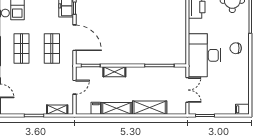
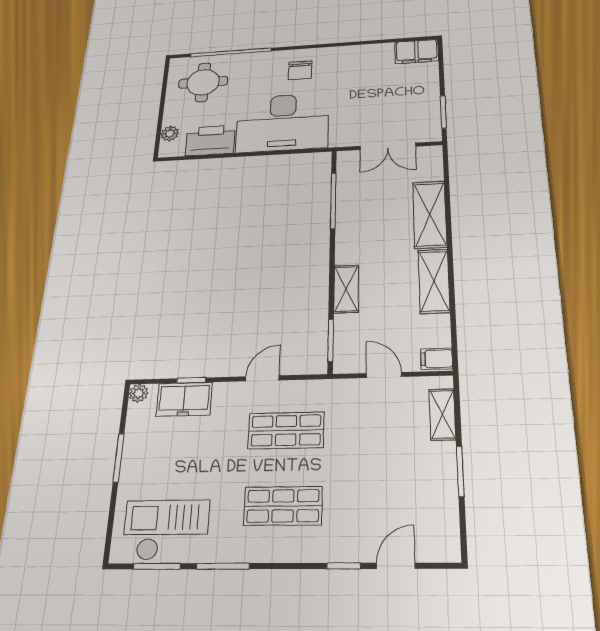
door: (74, 38) -> (262, 378), width x0.53
desk: (205, 55) -> (282, 123), moved
double door: (187, 90) -> (388, 146), swing flipped
filing cabinet: (96, 108) -> (437, 359), moved
filing cabinet: (242, 109) -> (417, 52), width x2.00

